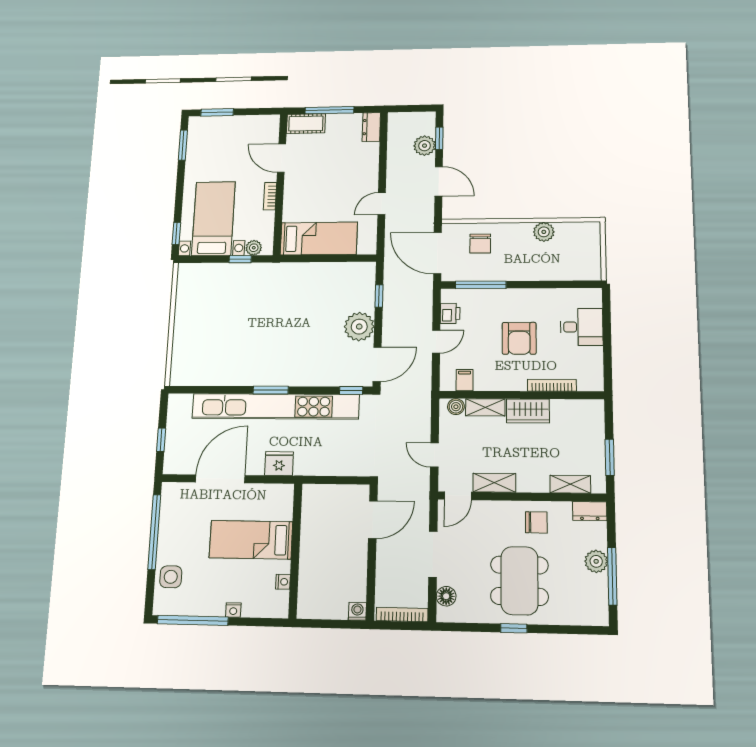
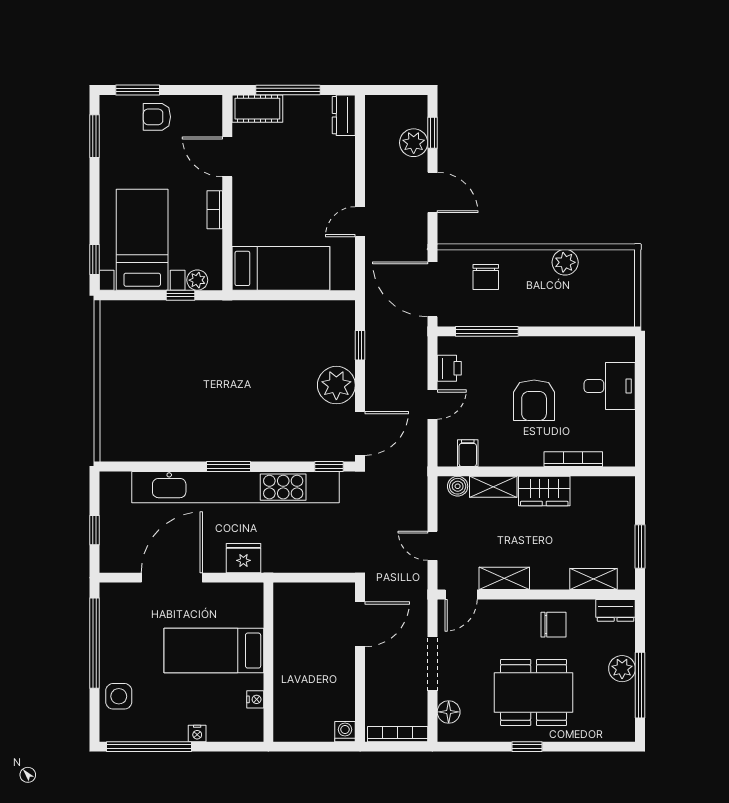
armchair: (230, 131) -> (157, 117), added
dining table: (519, 581) -> (534, 692), turned 90

